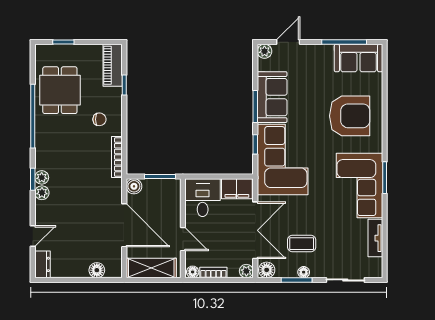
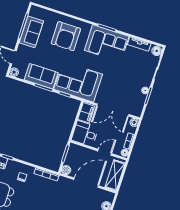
sofa: (358, 58) -> (31, 32), moved
armchair: (350, 116) -> (66, 36), turned 180
double door: (255, 230) -> (113, 110), swing flipped
coffee table: (302, 244) -> (129, 86), removed
floor lamp: (267, 270) -> (157, 51), moved

